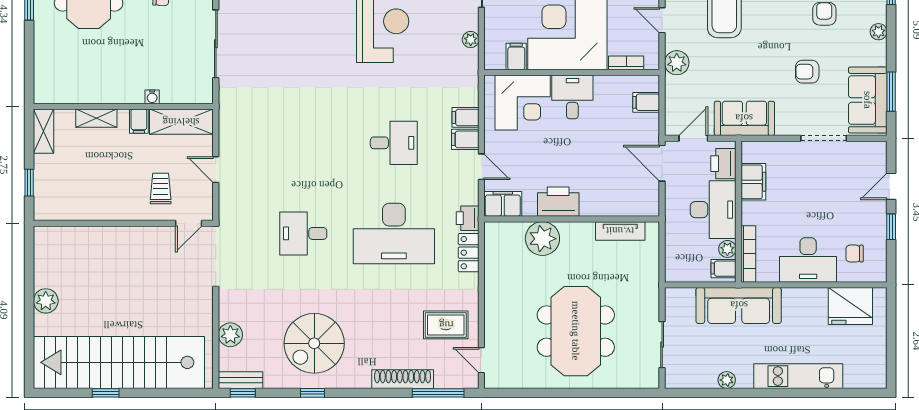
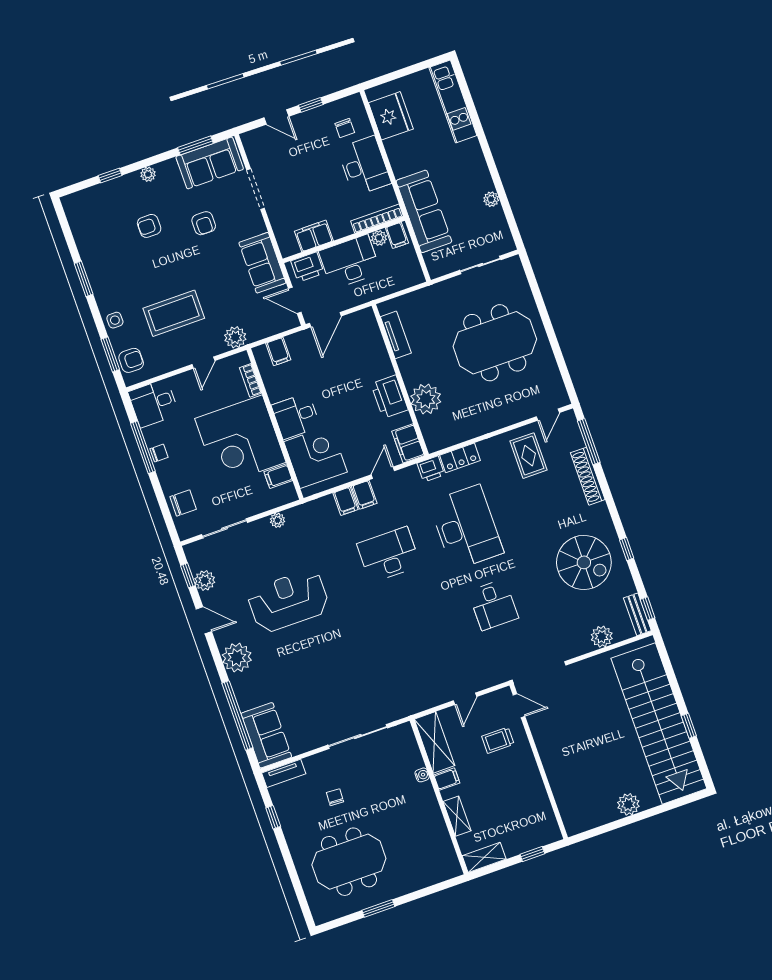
desk: (394, 143) -> (389, 555), width x1.37
kitchen unit: (798, 376) -> (453, 101), moved

